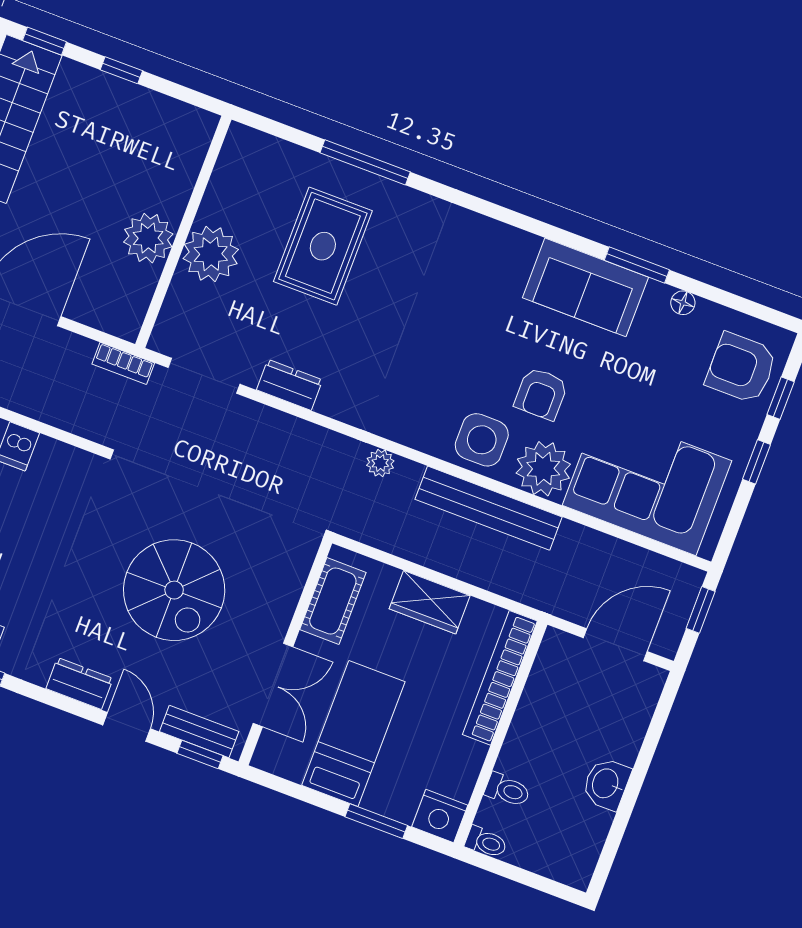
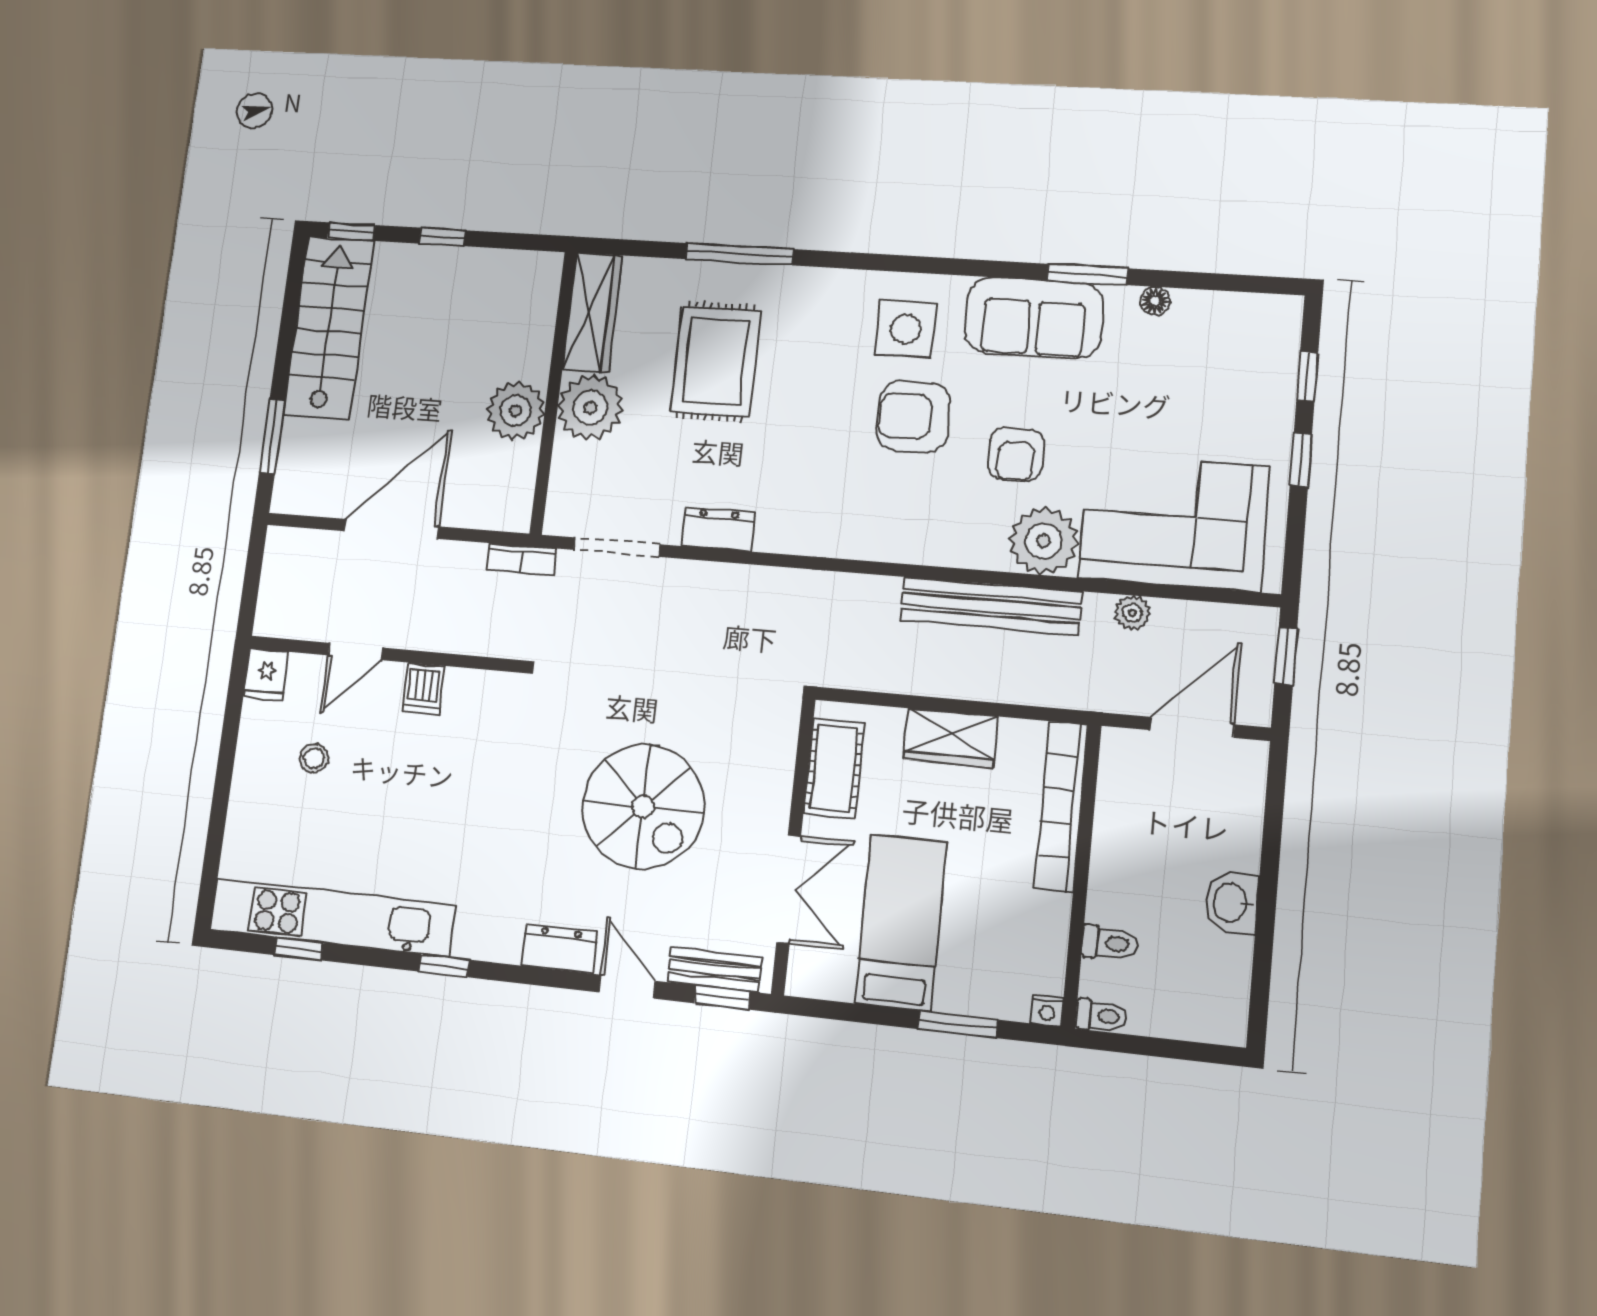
wardrobe: (232, 174) -> (592, 312), added
armchair: (741, 368) -> (914, 417), moved
side table: (482, 440) -> (906, 329), moved
plant: (380, 463) -> (1132, 613), moved
nightstand: (440, 816) -> (1047, 1011), width x0.53, depth x0.56

